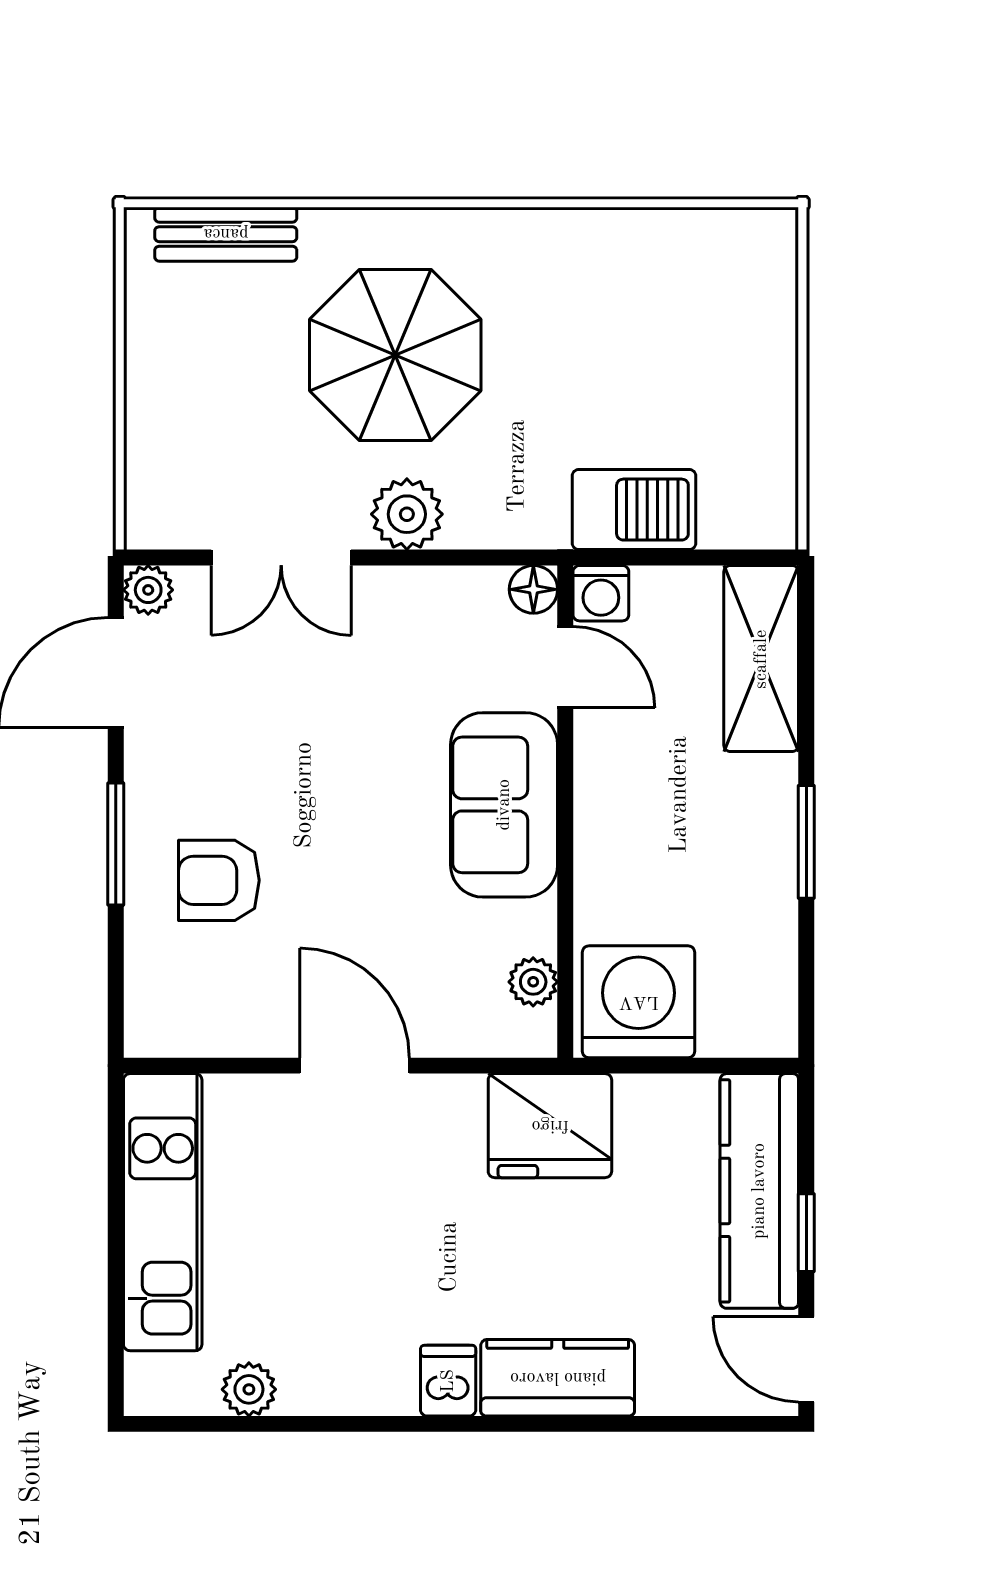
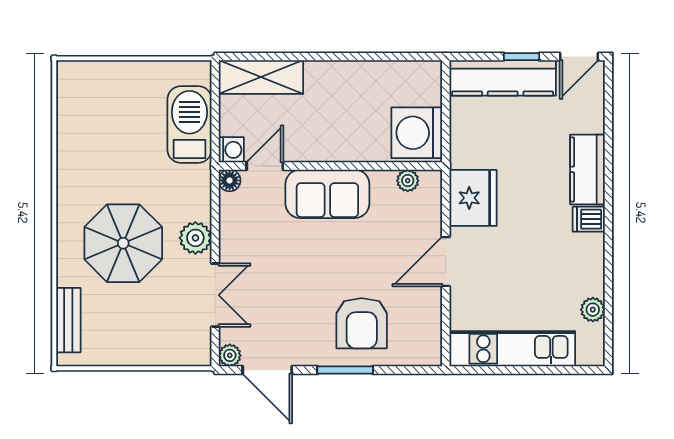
barbecue: (634, 510) -> (189, 124), width x1.37, depth x1.21
window: (806, 842) -> (344, 57), removed
armchair: (219, 880) -> (362, 323), width x1.38, depth x1.38
fridge: (550, 1126) -> (473, 198), moved

